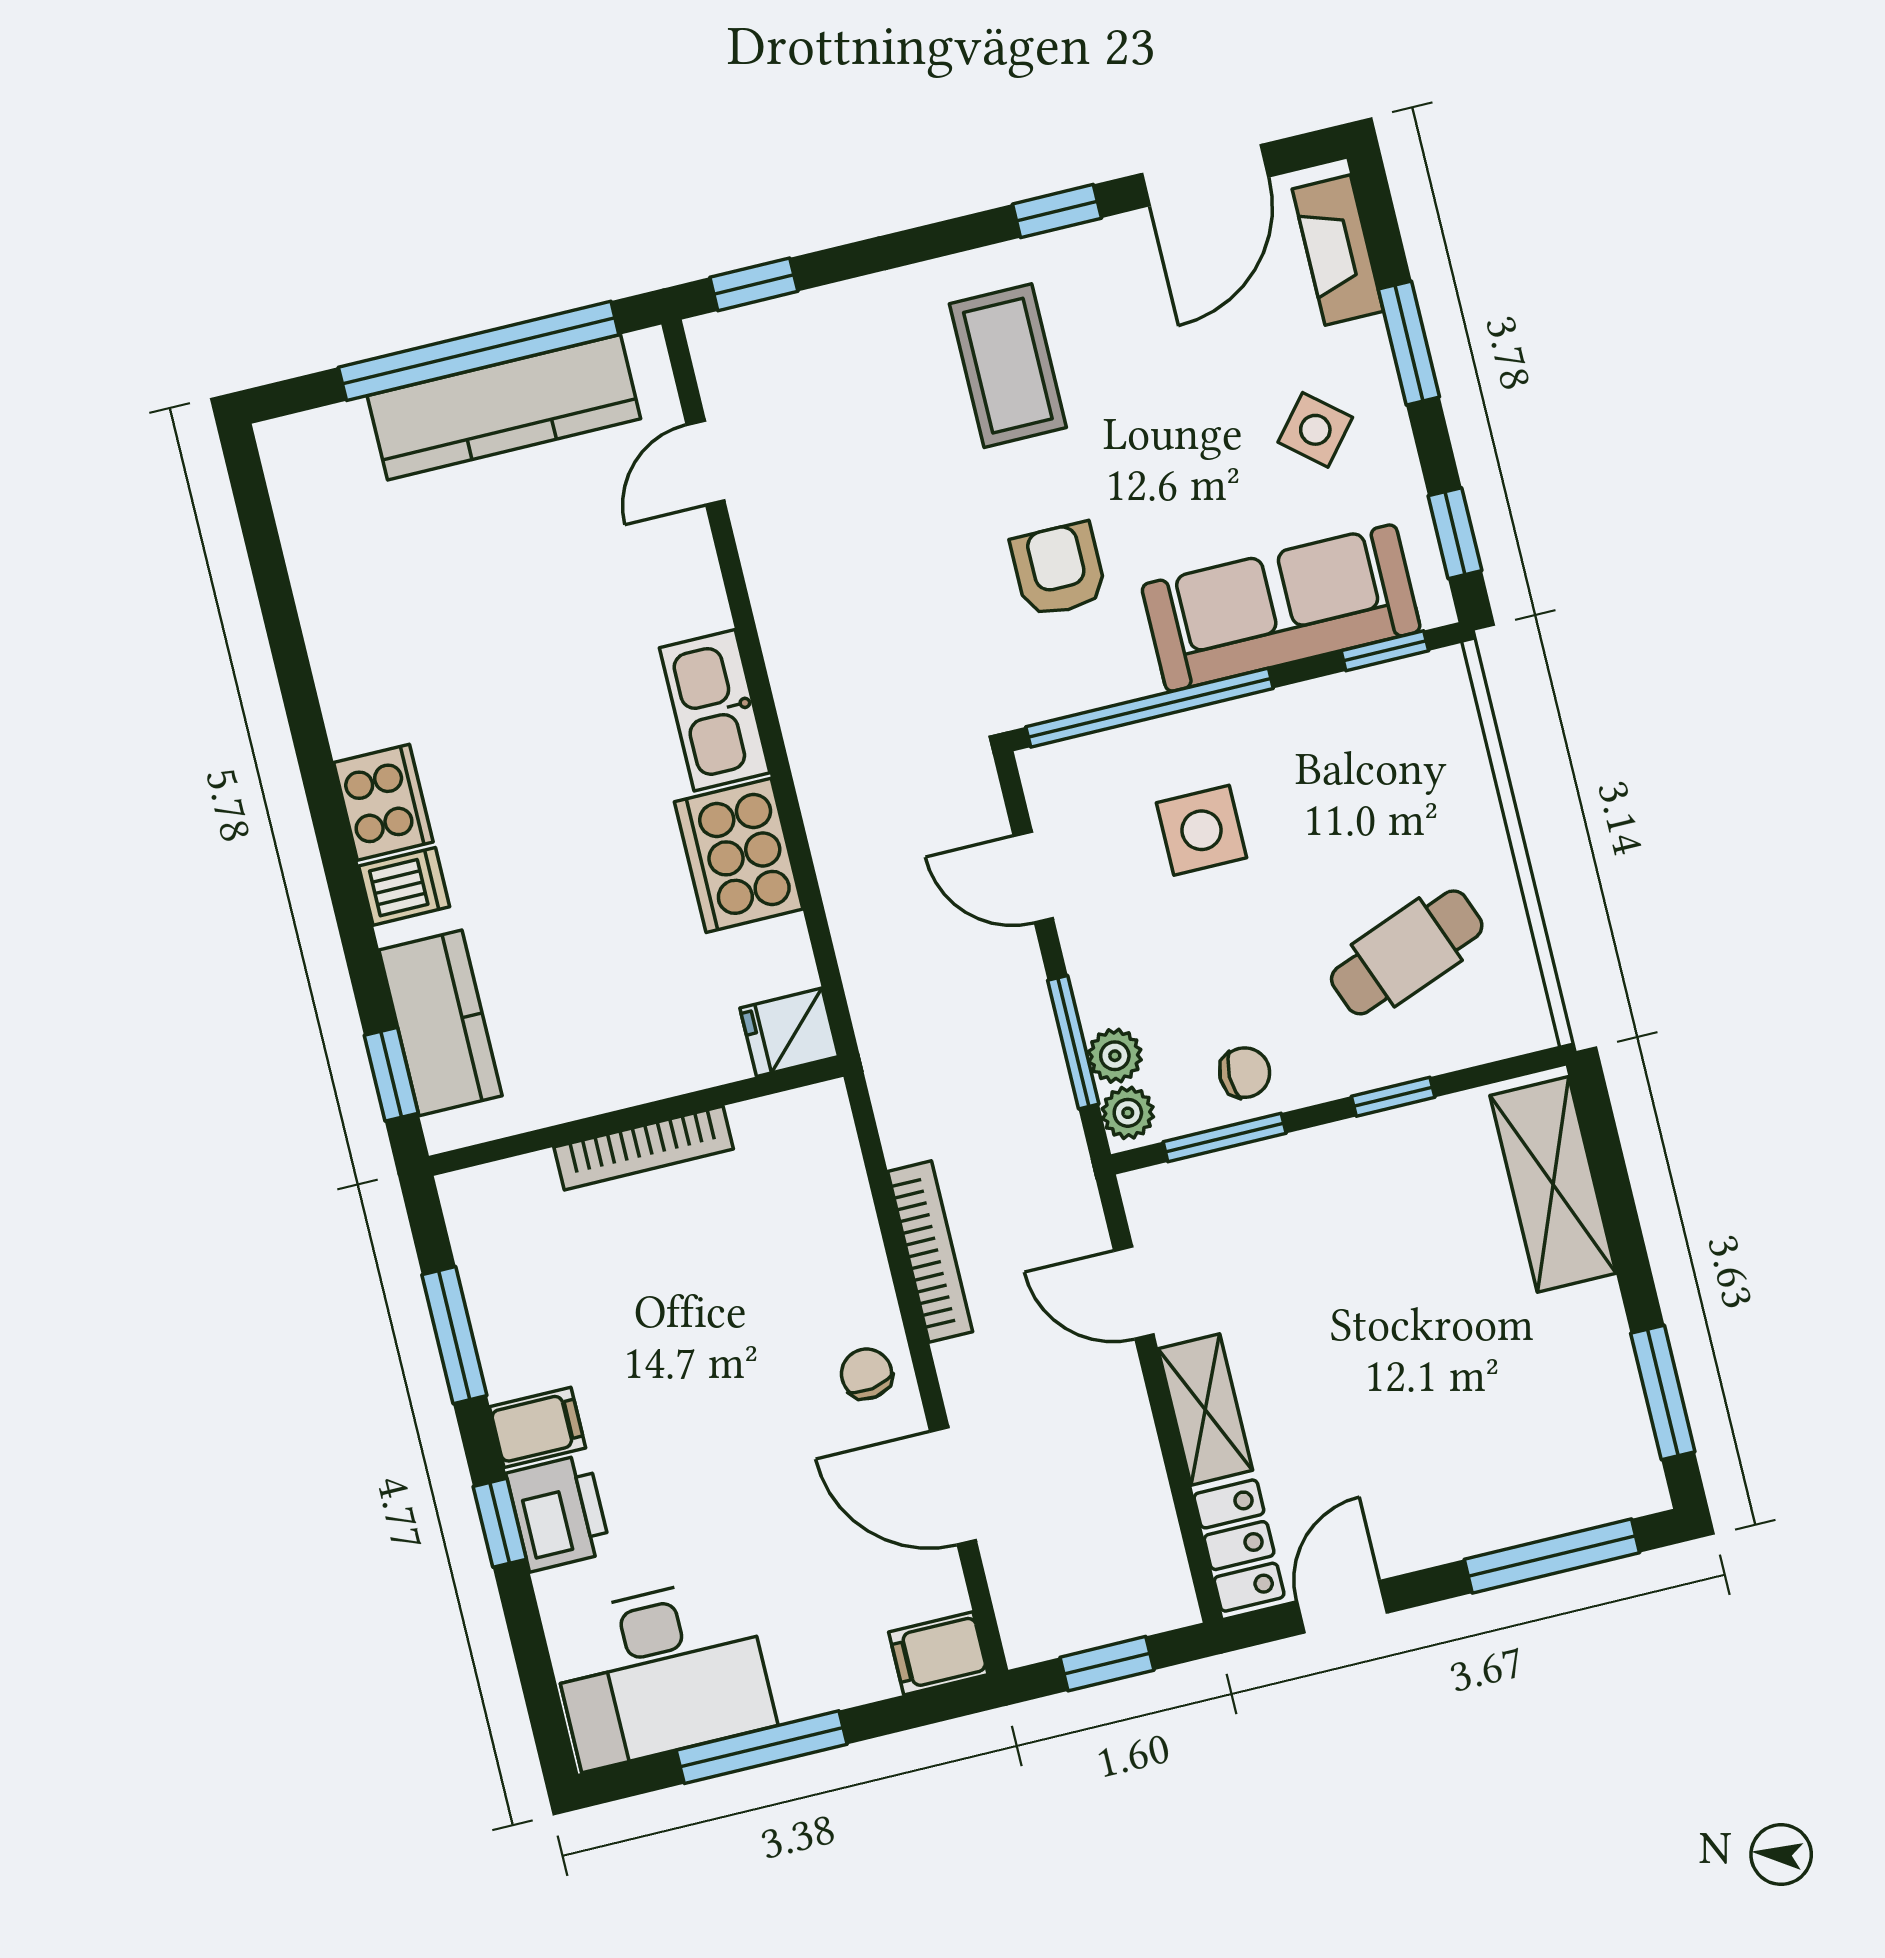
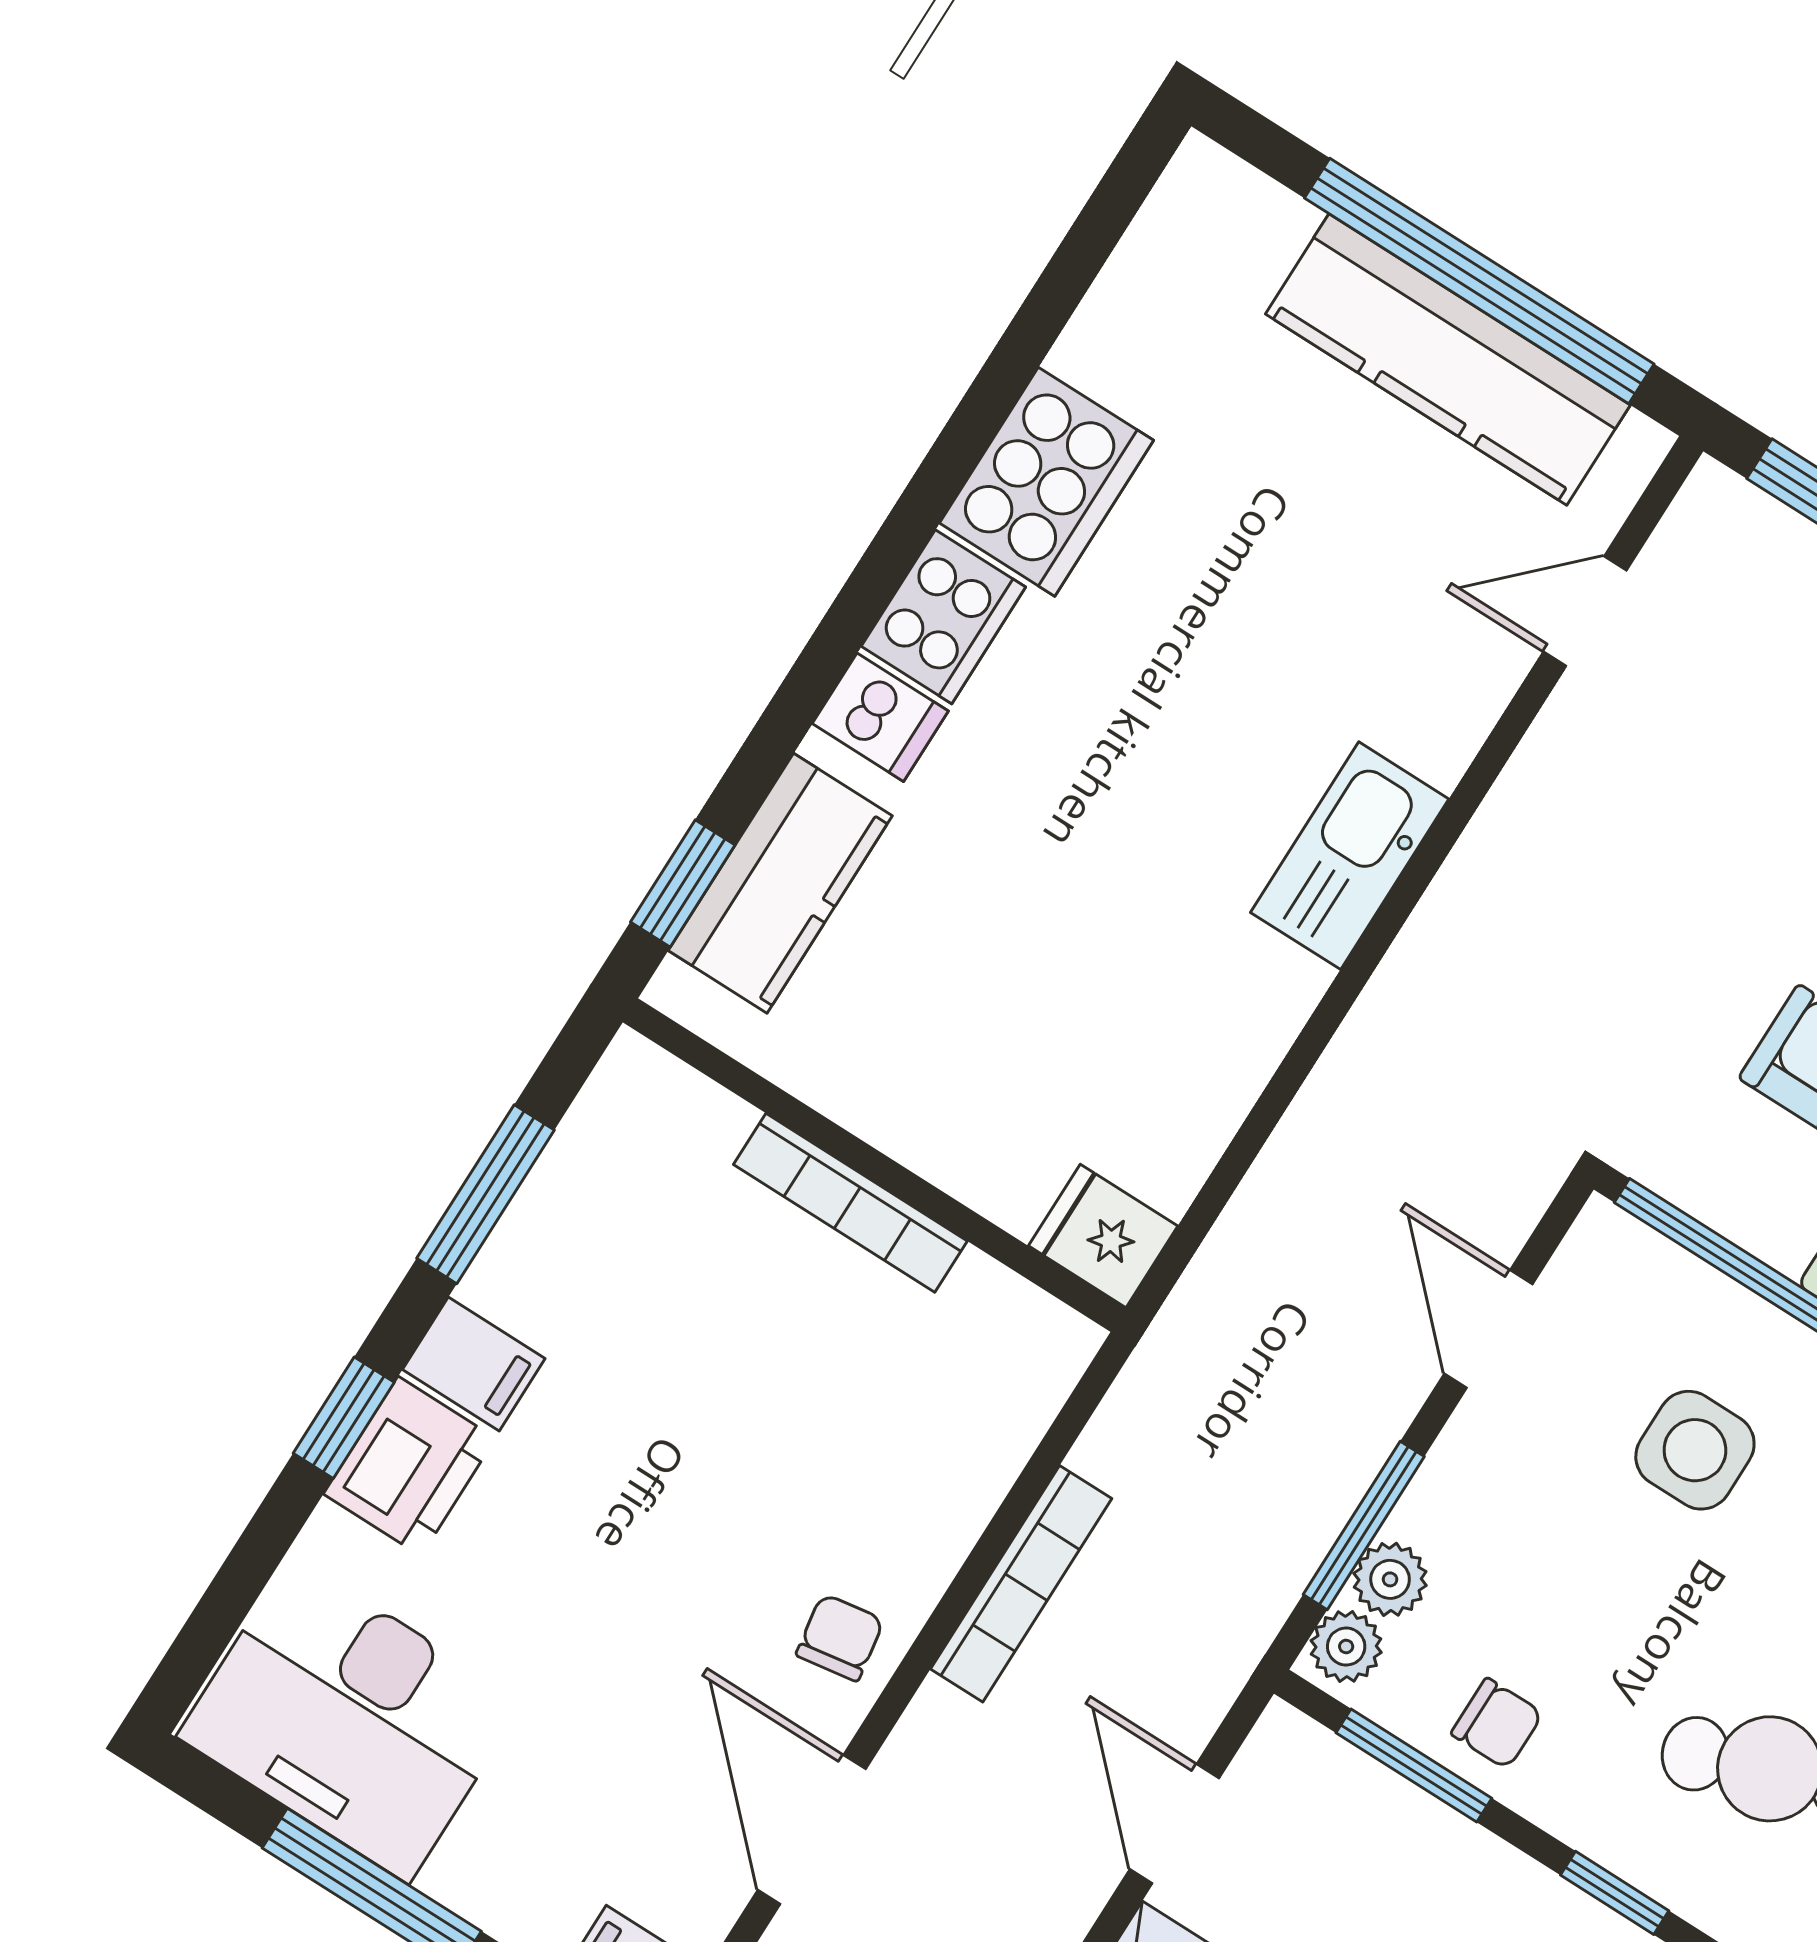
cooker: (739, 855) -> (1047, 482), moved, turned 180

